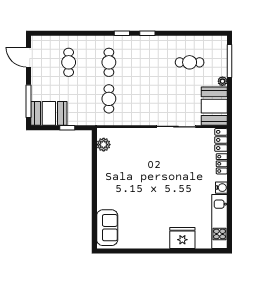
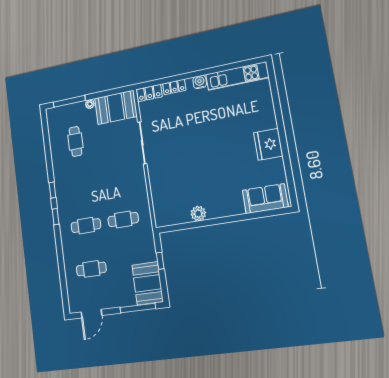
plant: (104, 145) -> (198, 214), moved
fridge: (182, 238) -> (268, 144), moved

